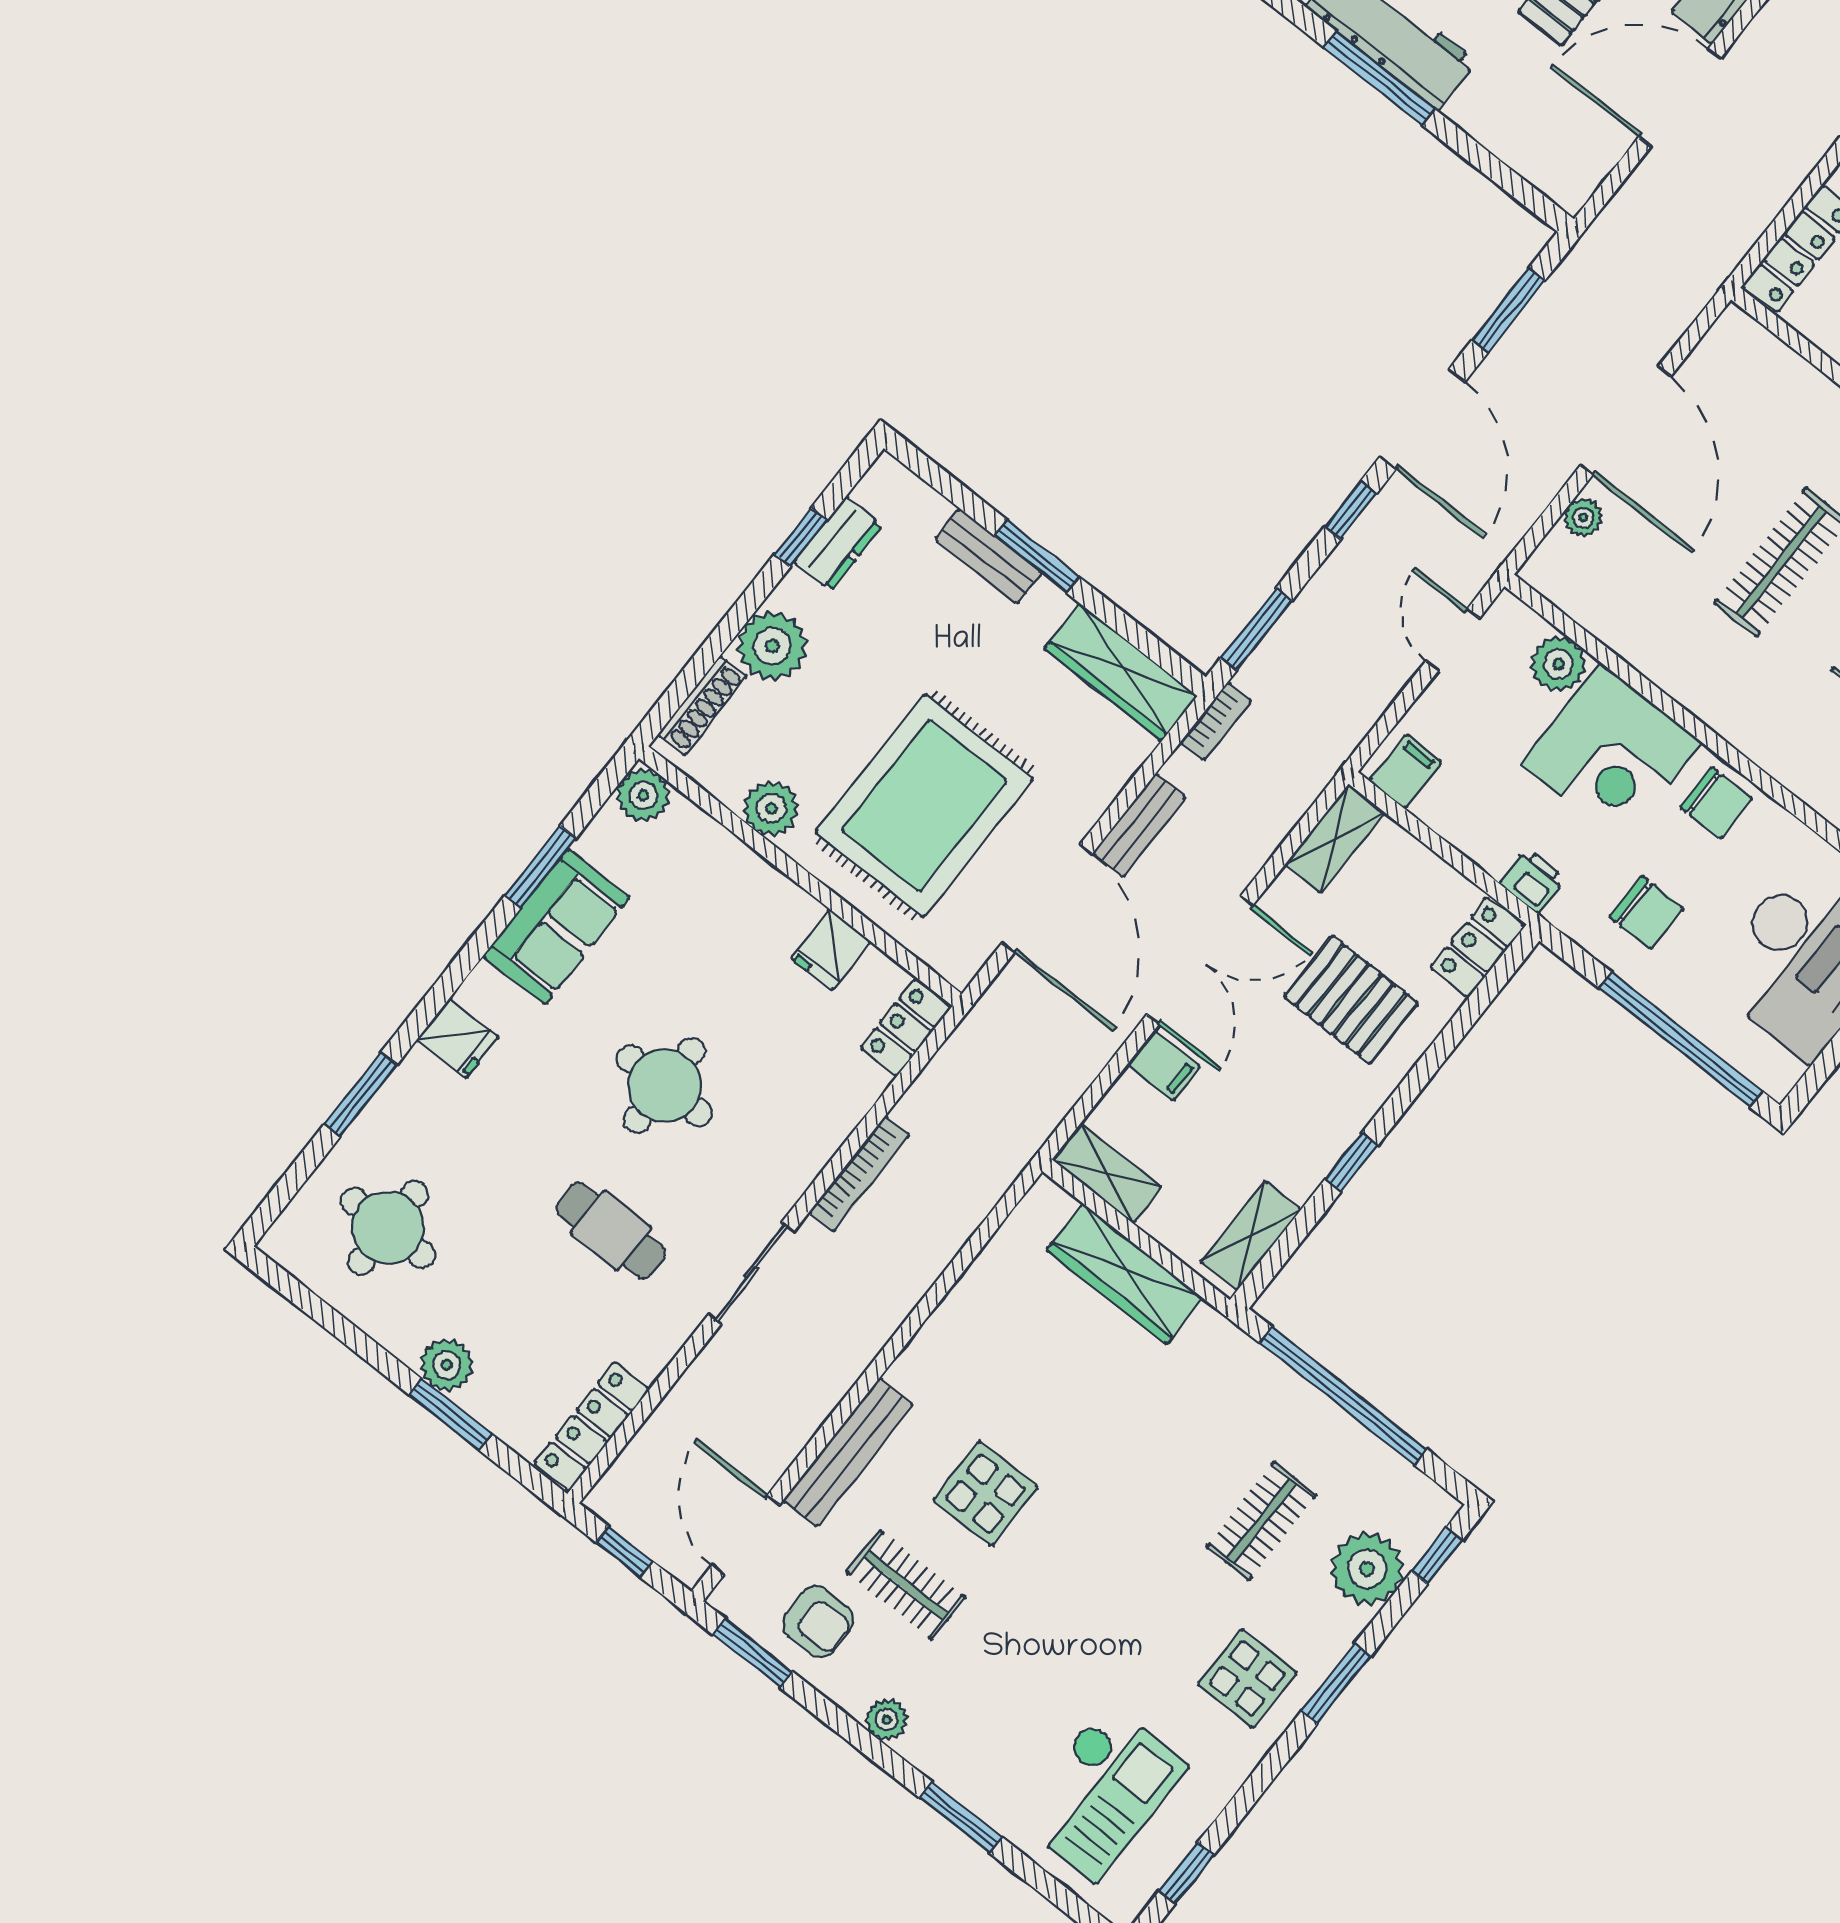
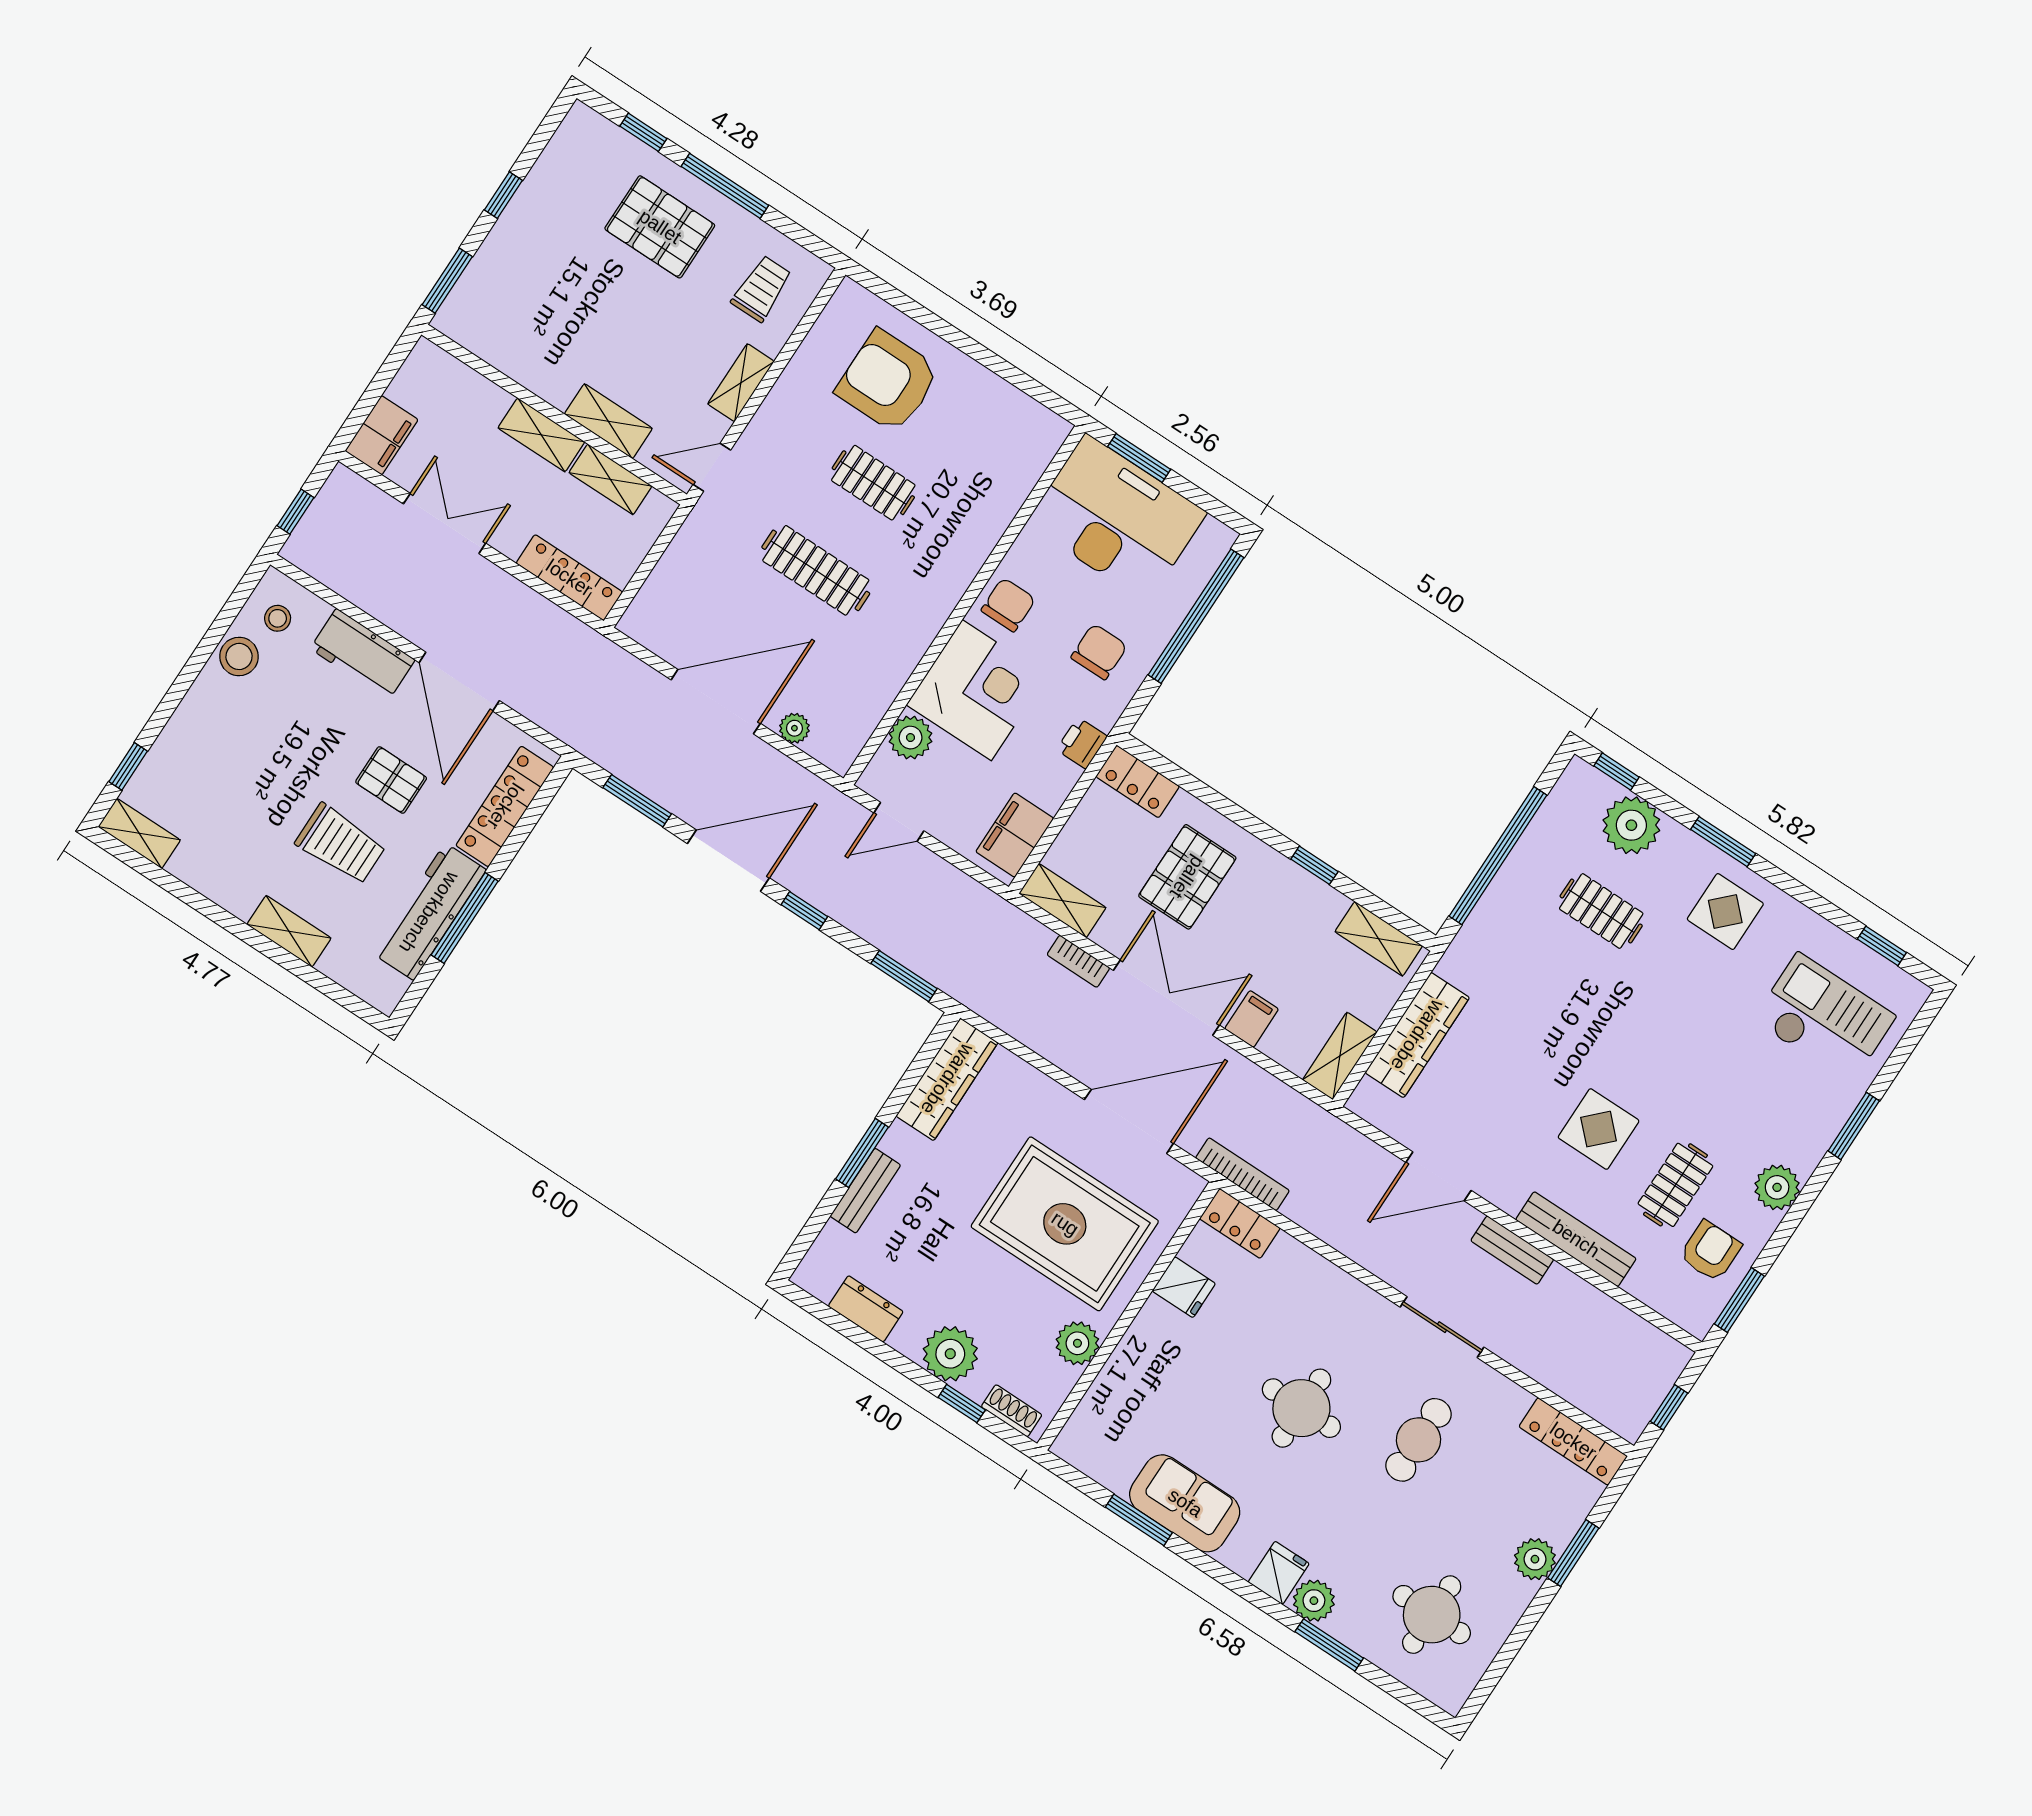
locker: (1516, 142) -> (505, 806), added
window: (801, 537) -> (962, 1404), moved
shoe rack: (702, 705) -> (1012, 1411), width x0.70
bookcase: (1216, 722) -> (1078, 961), moved, turned 180
filing cabinet: (1405, 771) -> (1015, 835), width x2.00
plant: (643, 795) -> (1314, 1601), moved
bench: (1139, 825) -> (1512, 1250), moved
bookcase: (859, 1174) -> (1242, 1174), moved
door: (746, 1535) -> (1438, 1176), moved
plant: (887, 1720) -> (1777, 1187), width x1.38, depth x1.38

